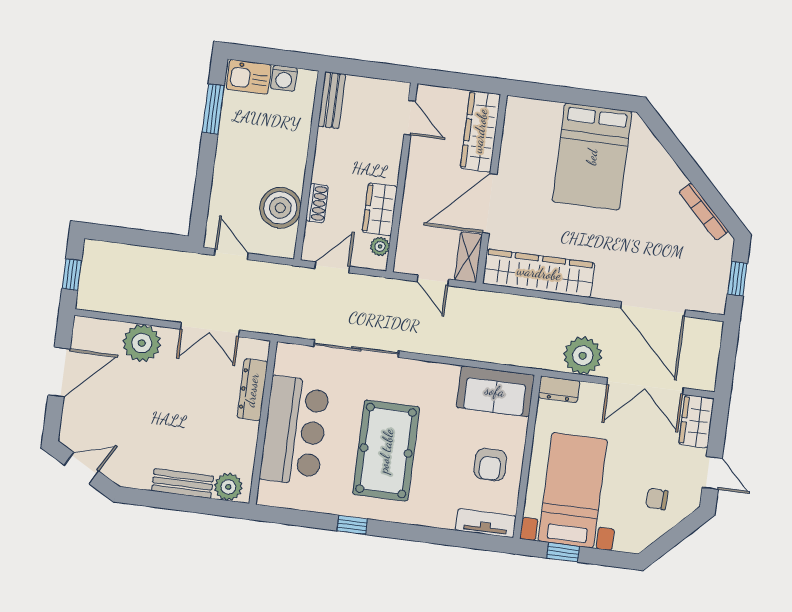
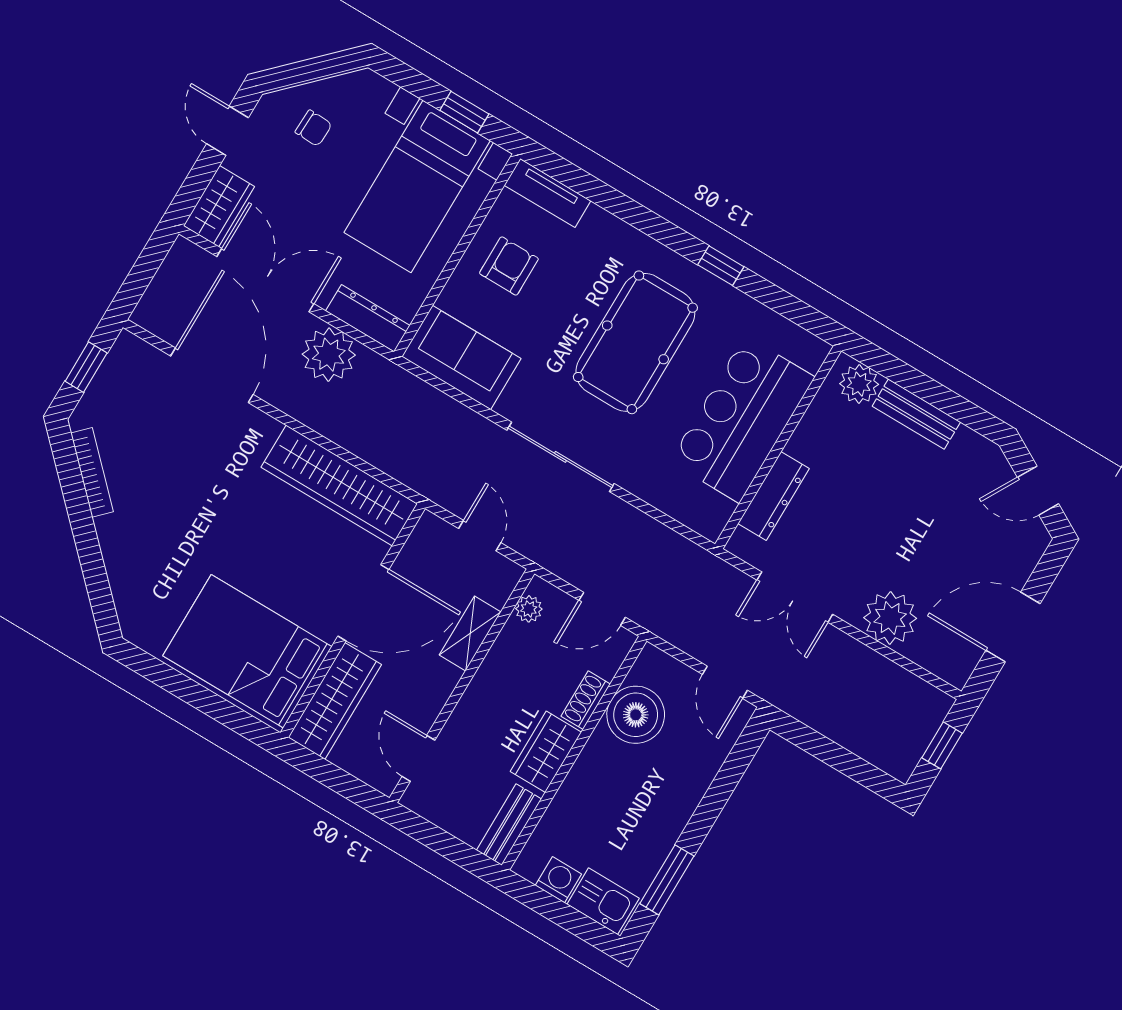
bed: (592, 157) -> (247, 651), moved, turned -90
wardrobe: (380, 209) -> (546, 752), moved, turned 180
shelving: (468, 257) -> (470, 633), moved
double door: (210, 330) -> (795, 597), swing flipped
sliding door: (356, 349) -> (561, 457), moved
dresser: (559, 389) -> (368, 318), width x1.44

